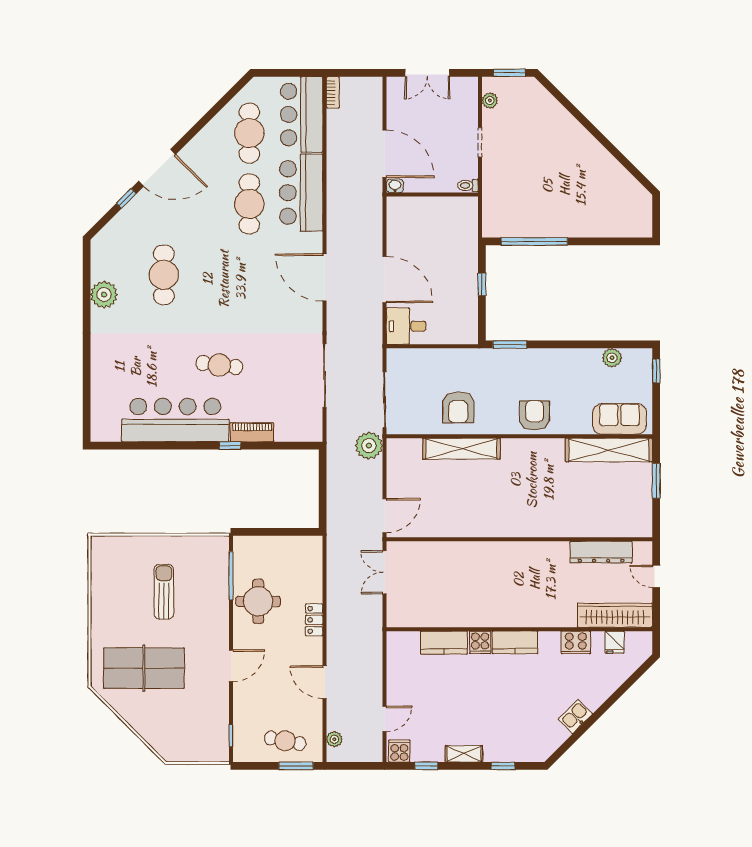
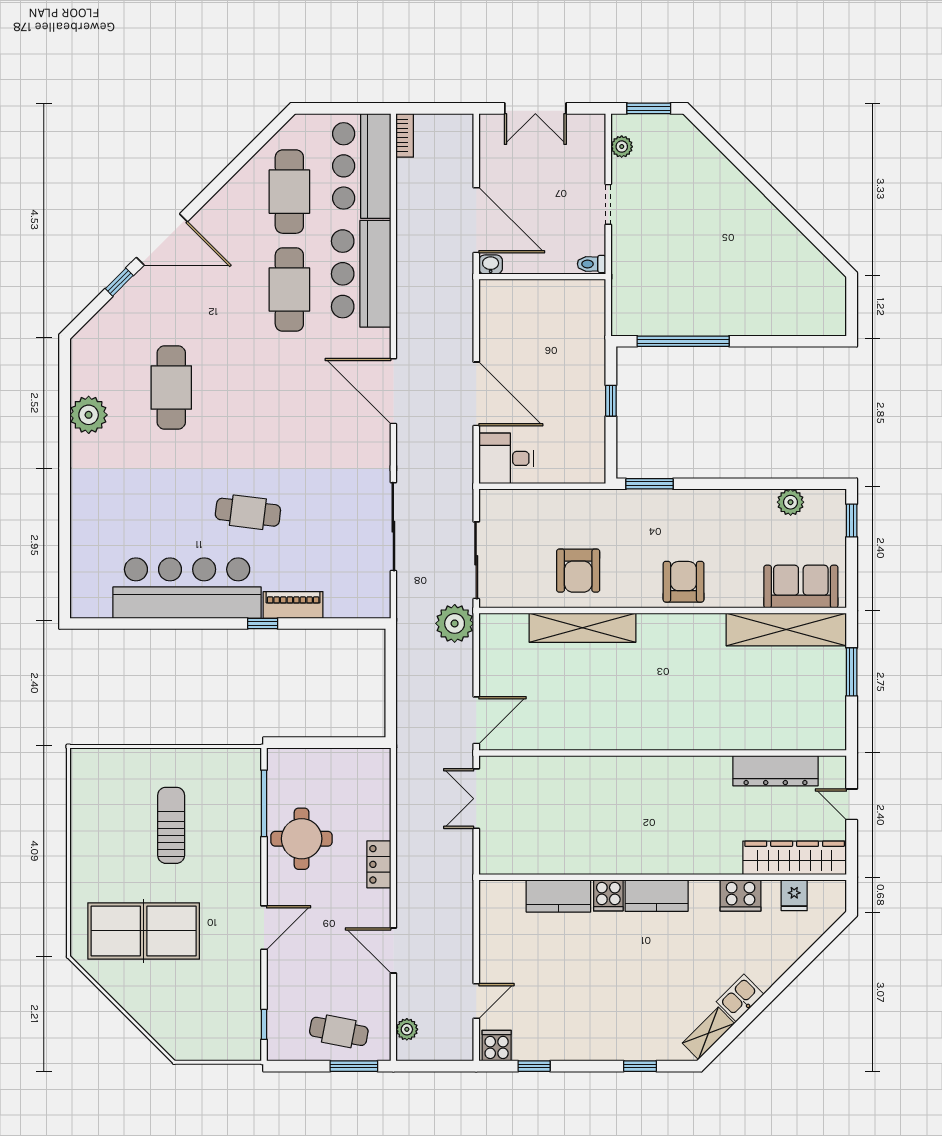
shelving: (464, 754) -> (708, 1033), moved, turned -45

